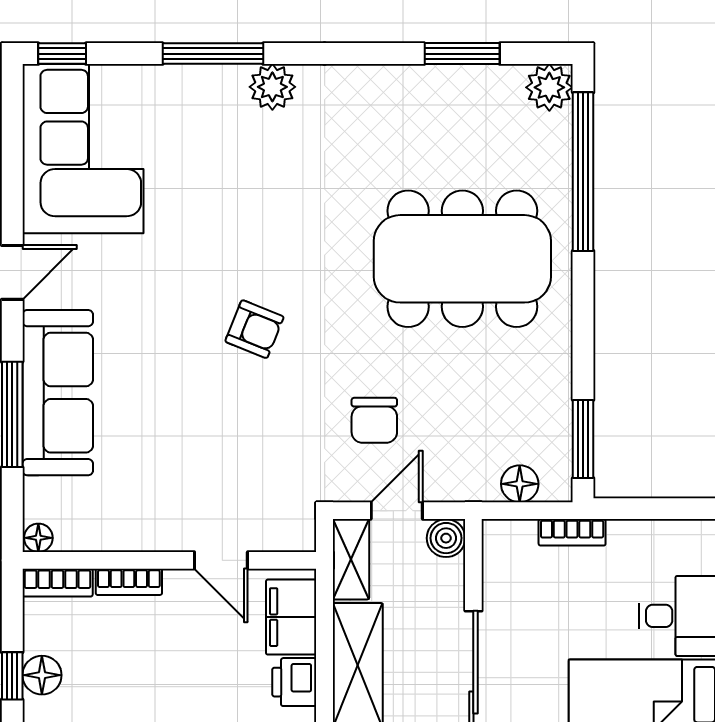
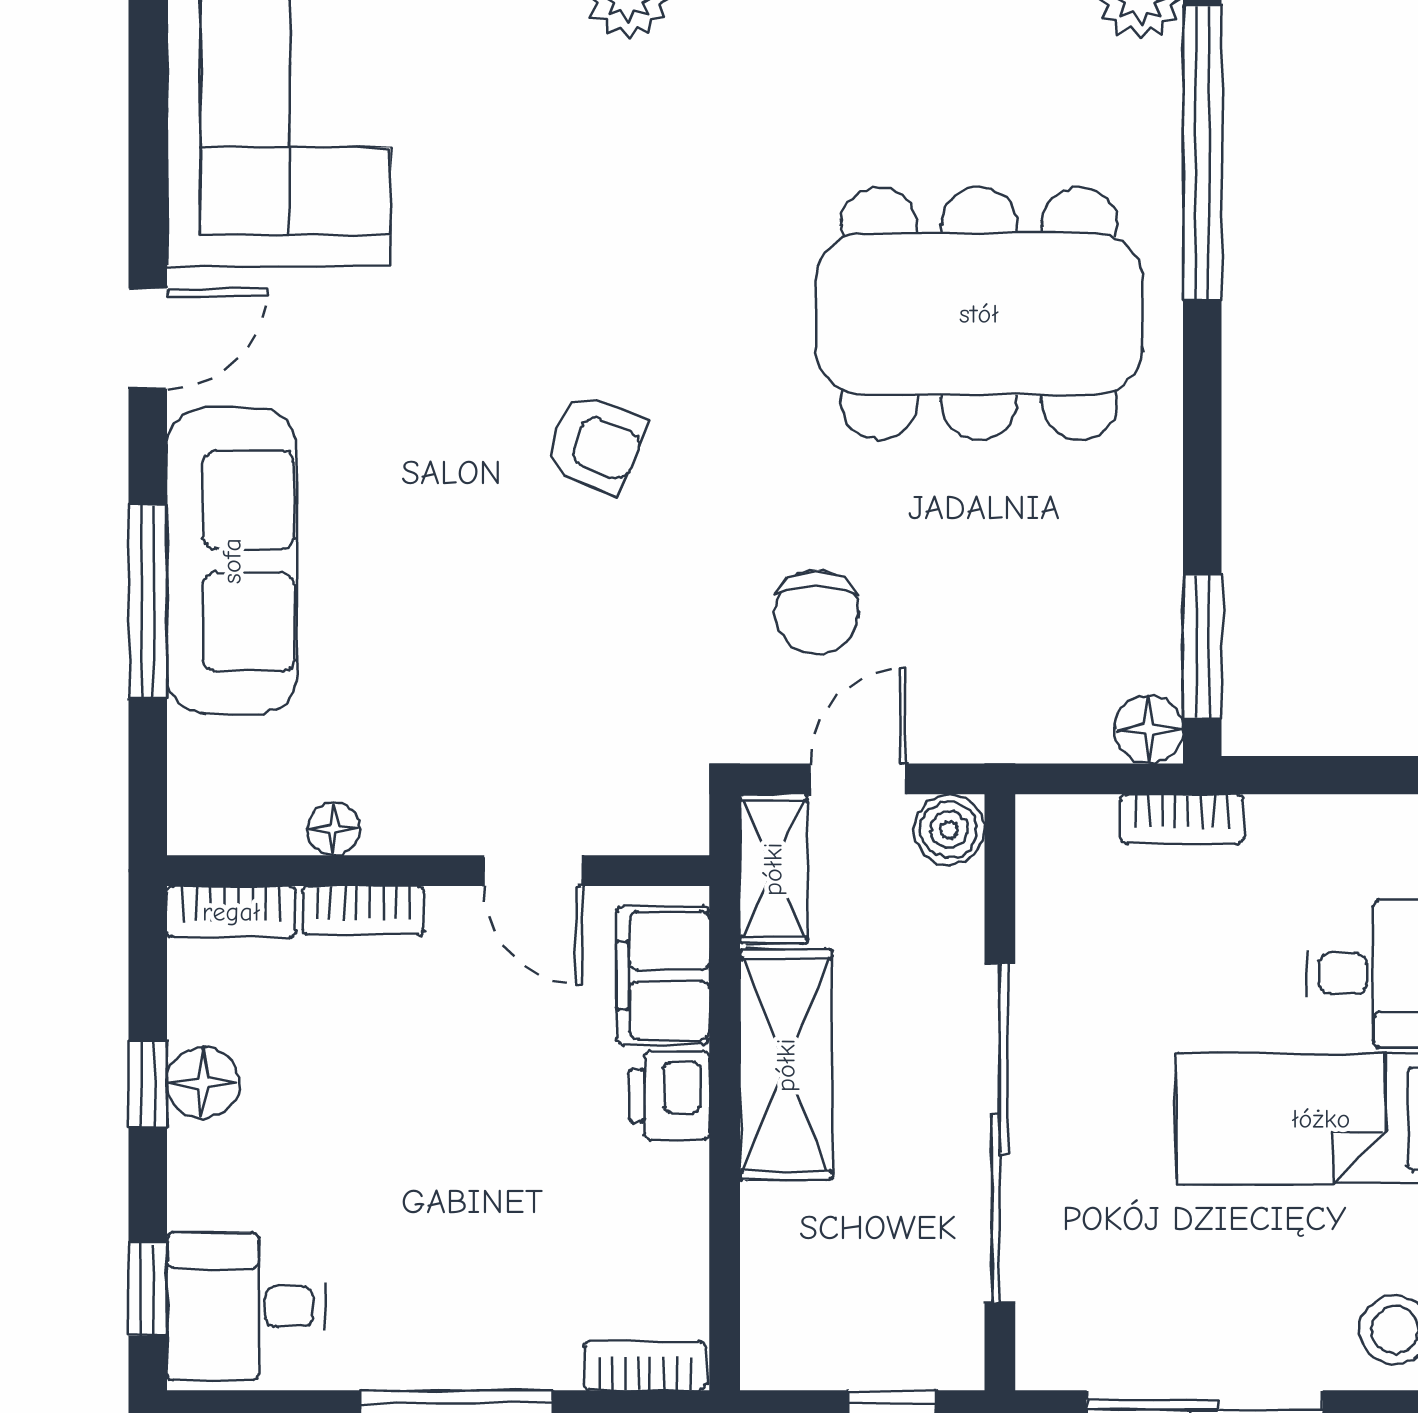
floor lamp: (520, 484) -> (1149, 729), moved
floor lamp: (38, 538) -> (334, 829), moved

